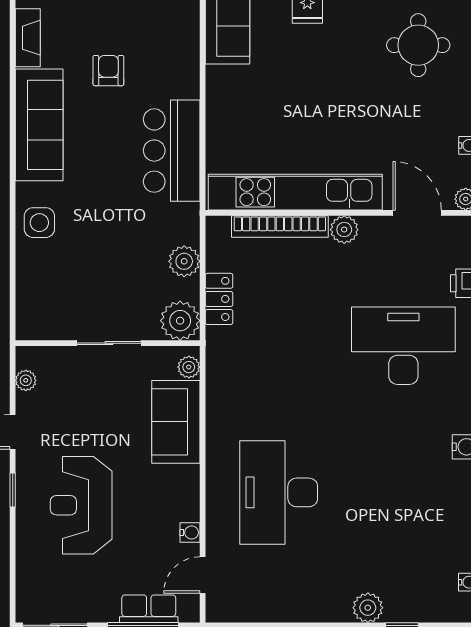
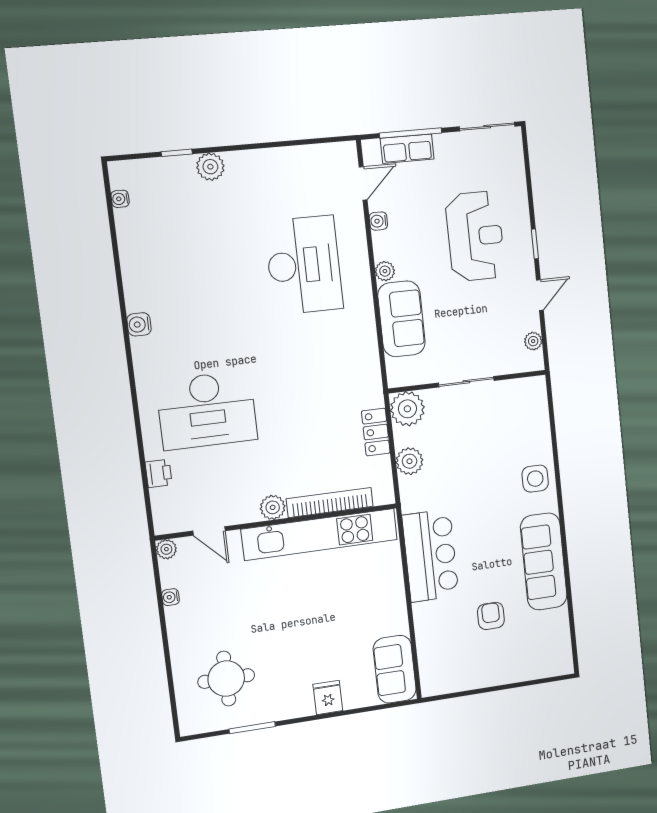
fireplace: (28, 38) -> (560, 633), removed
armchair: (108, 71) -> (491, 616), turned 180
door: (417, 213) -> (209, 531), width x0.73
plant: (189, 367) -> (385, 271), moved

